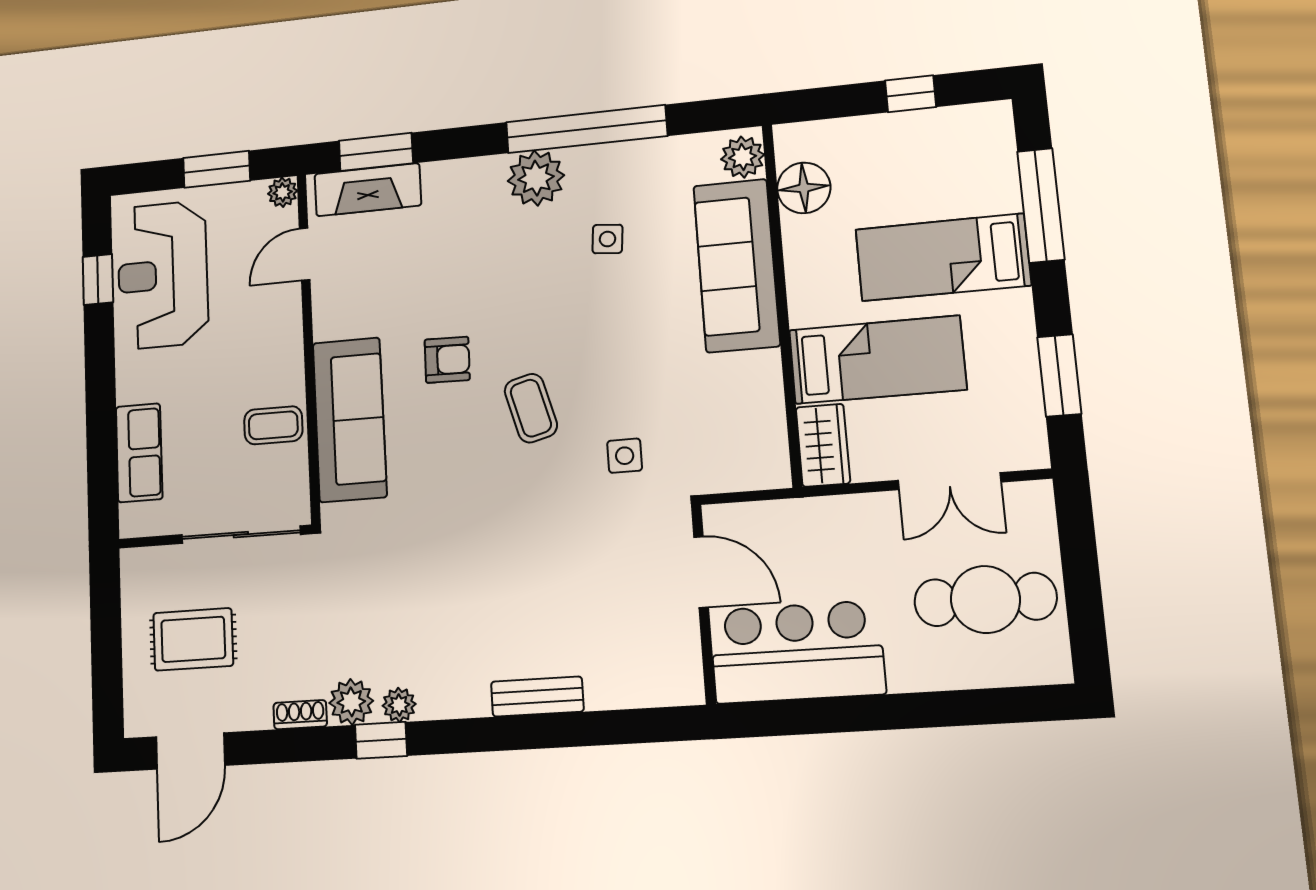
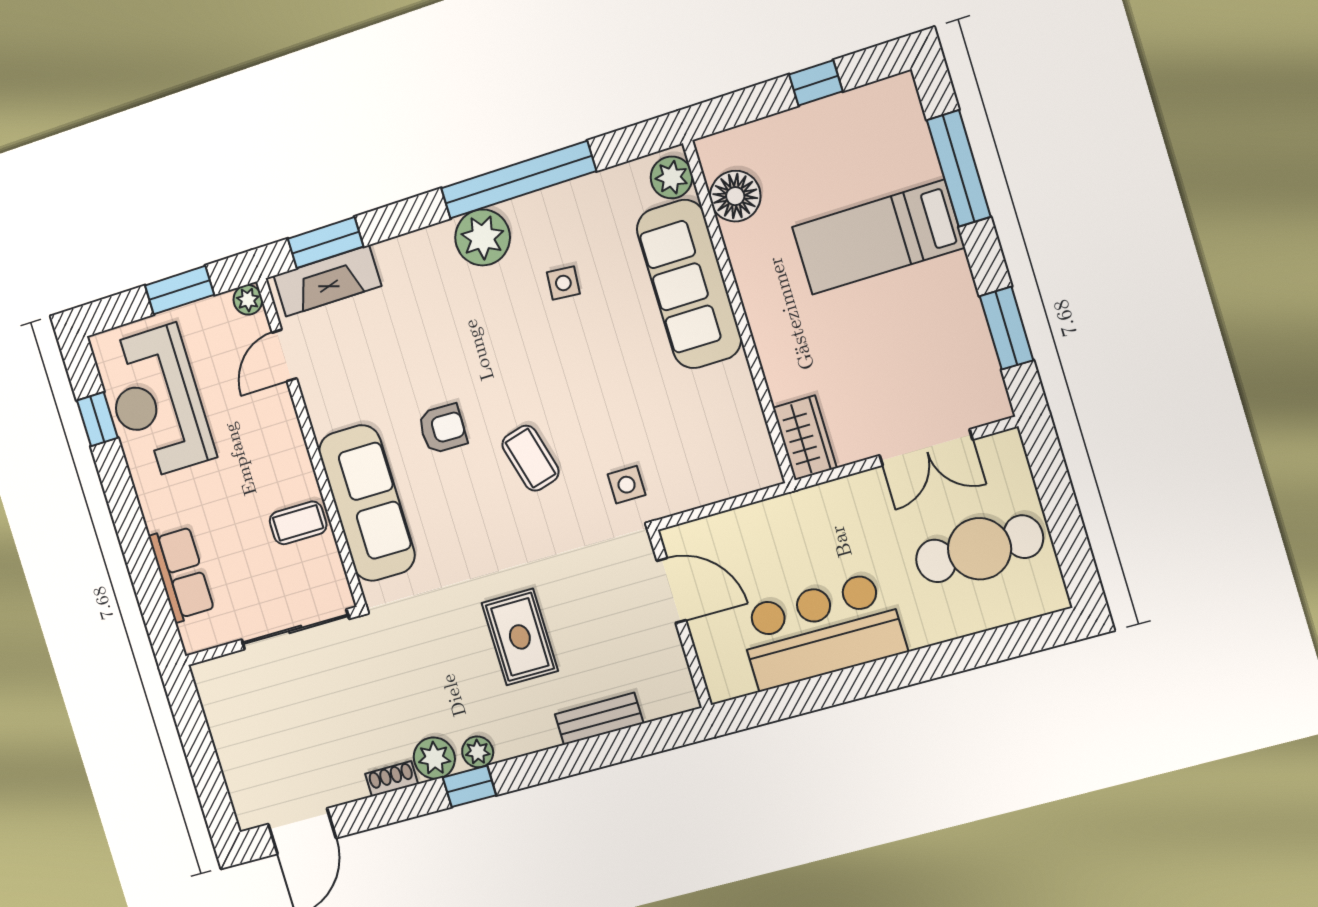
bed: (877, 360) -> (838, 347), removed
door: (701, 572) -> (671, 591), moved
wall: (704, 604) -> (680, 619), moved
rug: (193, 639) -> (520, 637), moved, turned 90

